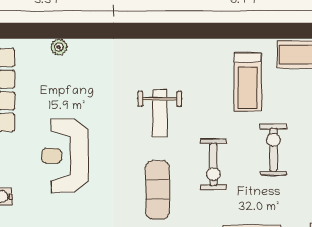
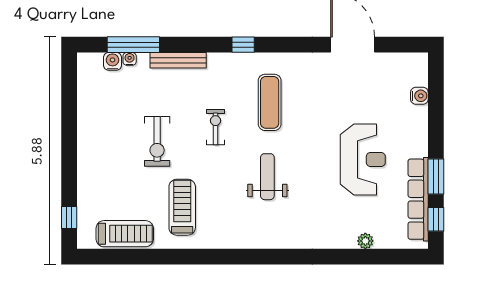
reception desk: (65, 156) -> (363, 159), moved
exercise bike: (213, 164) -> (216, 127), width x0.73, depth x0.72

